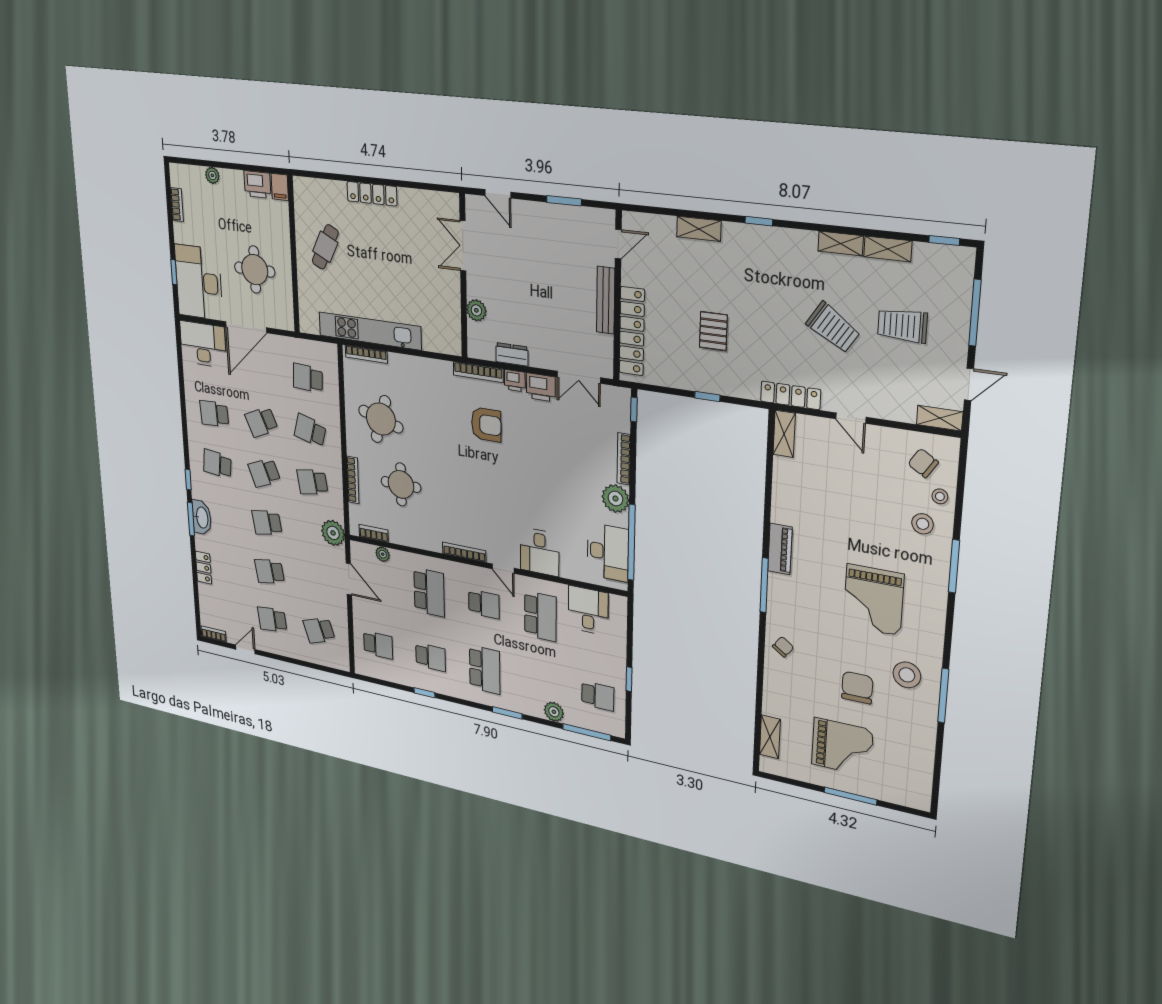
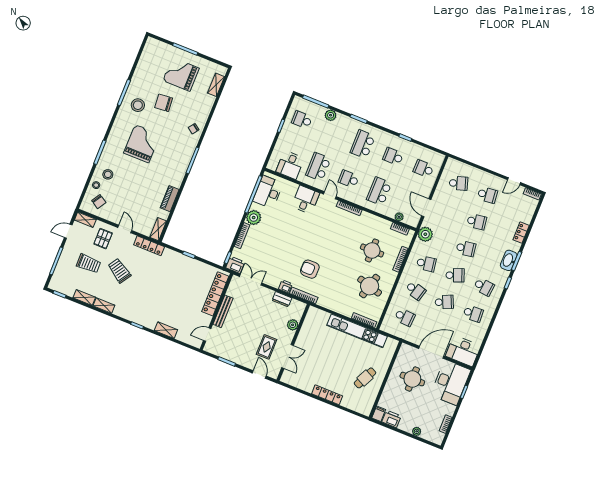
rug: (505, 253) -> (267, 347), added
pallet: (713, 331) -> (103, 239), moved
printer: (541, 387) -> (235, 265), moved
piano: (780, 549) -> (170, 199), moved
chair: (857, 688) -> (164, 103), turned 85

